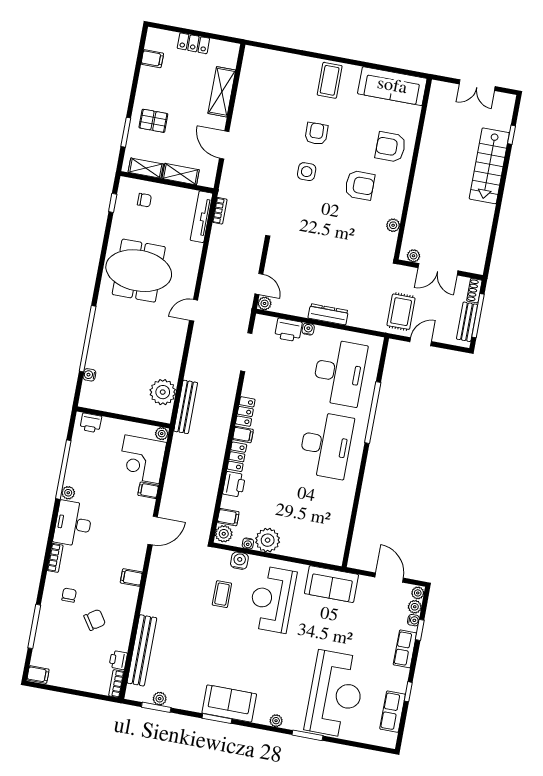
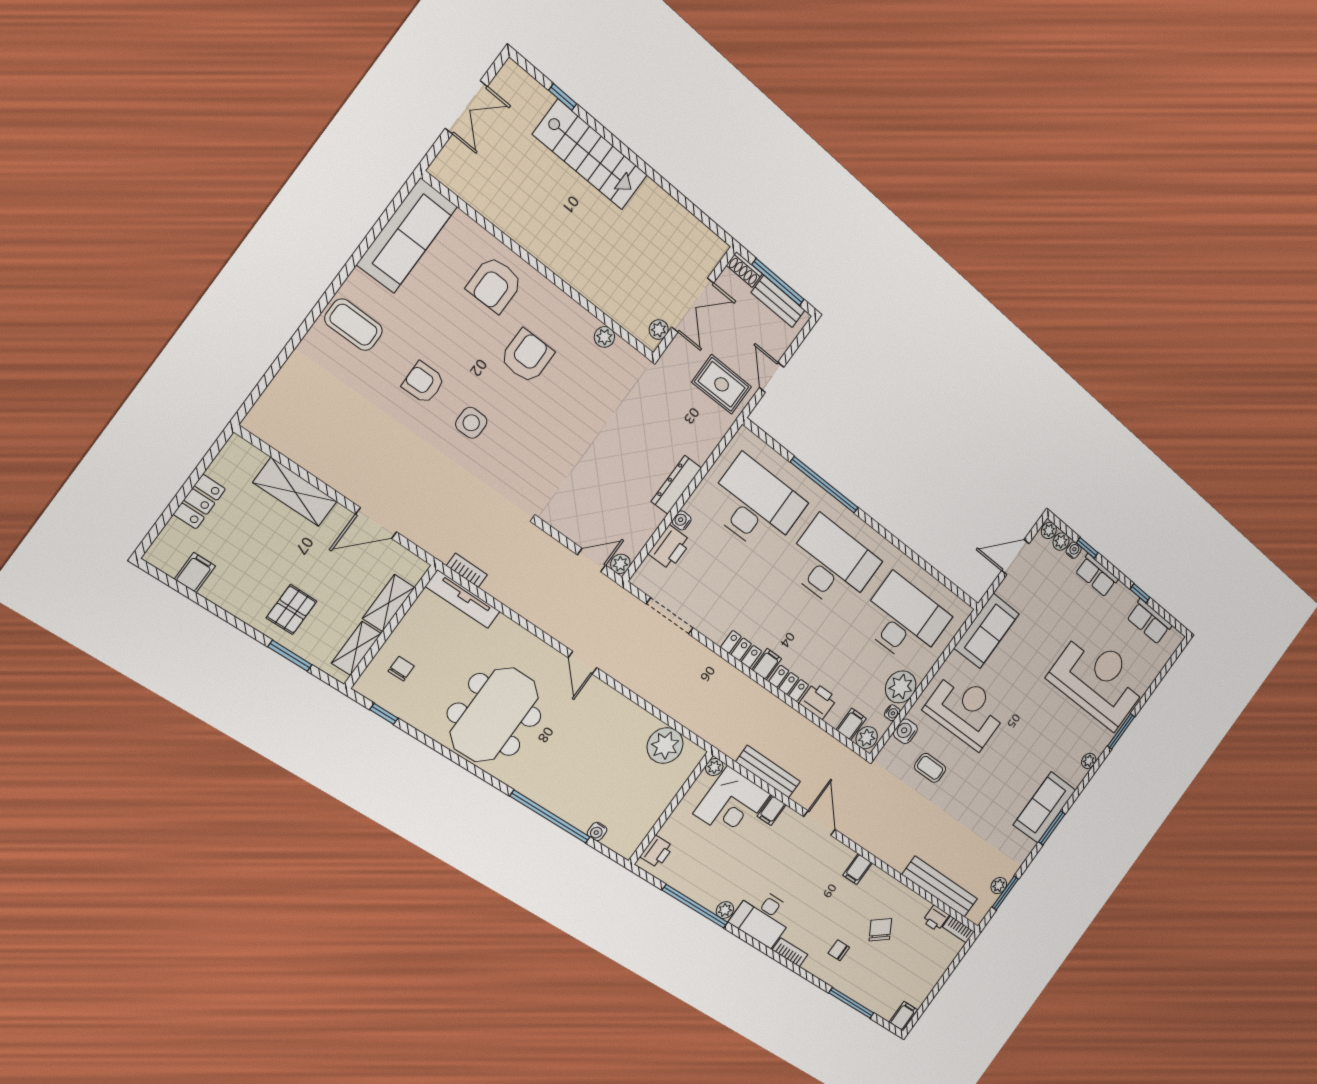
bench: (186, 407) -> (768, 772), moved
desk: (313, 517) -> (904, 620), added
reception desk: (272, 599) -> (966, 710), turned 180

